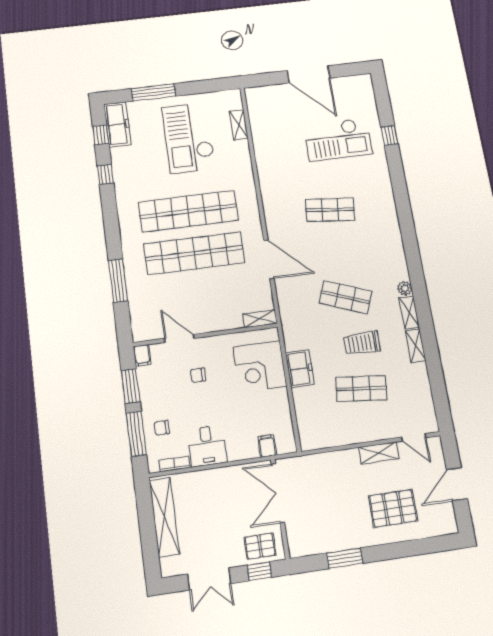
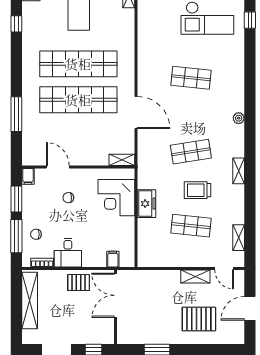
plant: (405, 288) -> (239, 118), moved
shop shelf: (345, 297) -> (191, 152), turned -30
shelving: (416, 346) -> (239, 238), moved
pallet: (260, 546) -> (79, 283), moved

